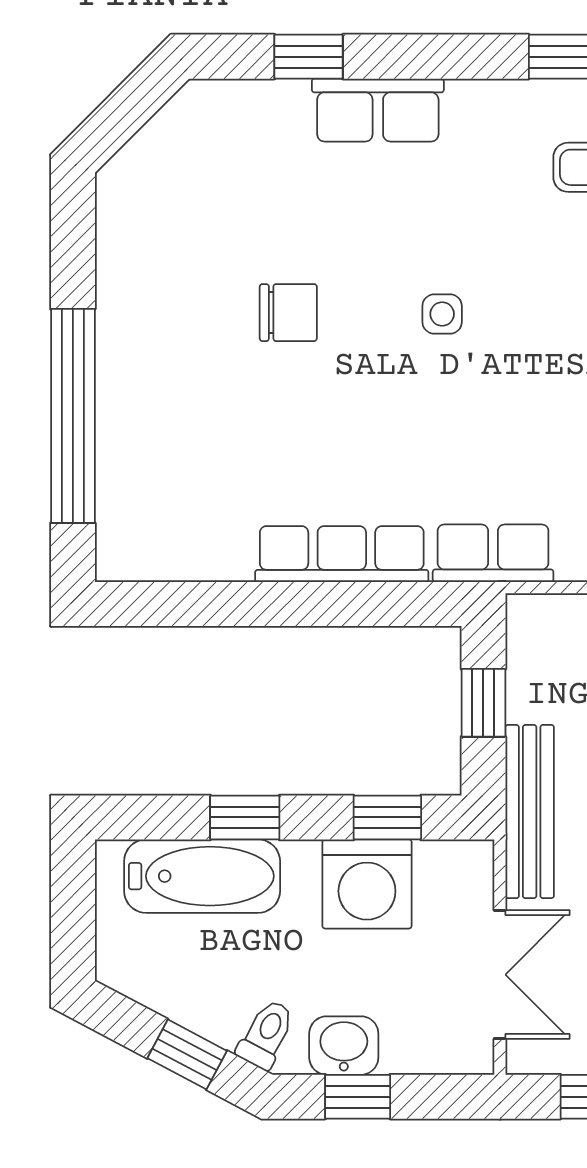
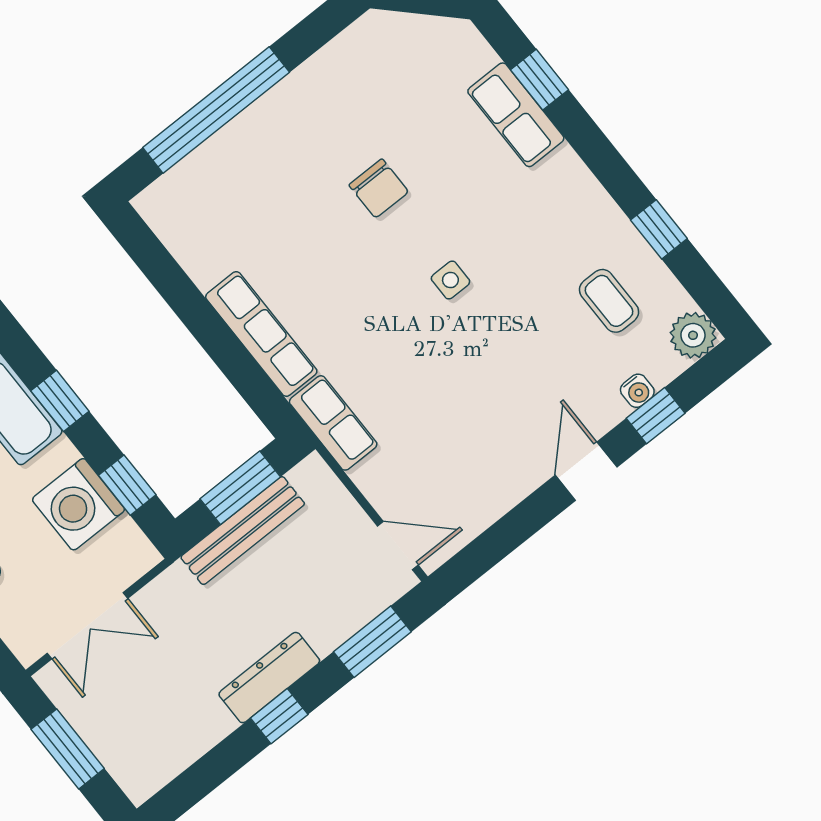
row of seats: (378, 110) -> (516, 115), moved
window: (483, 703) -> (240, 488), width x1.50
bench: (530, 812) -> (243, 531), moved

